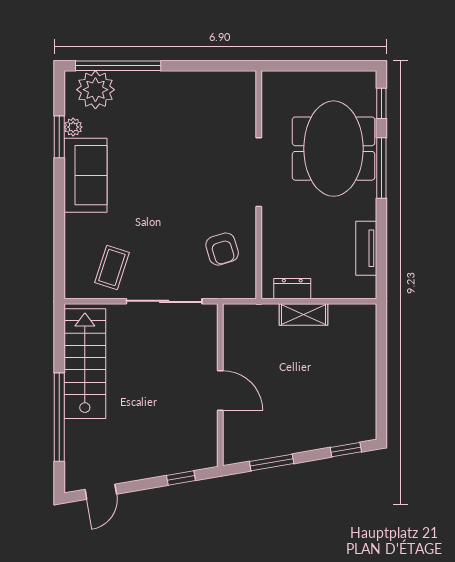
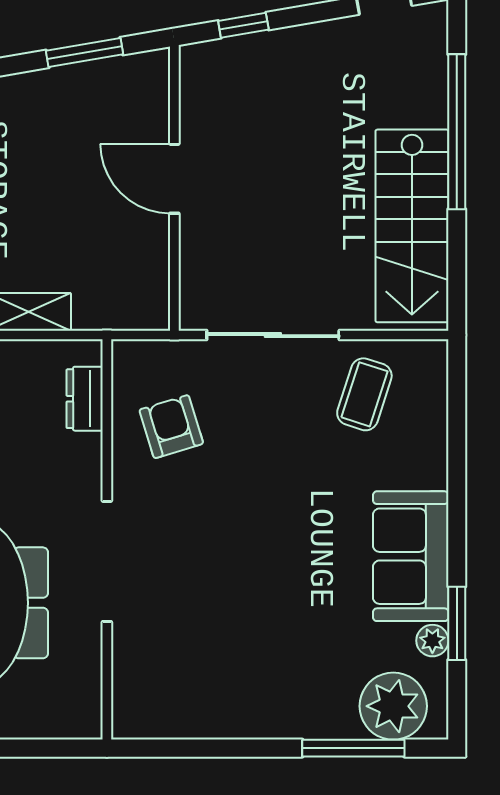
window: (118, 66) -> (353, 748), width x0.68
dresser: (292, 289) -> (85, 399), moved, turned 90

